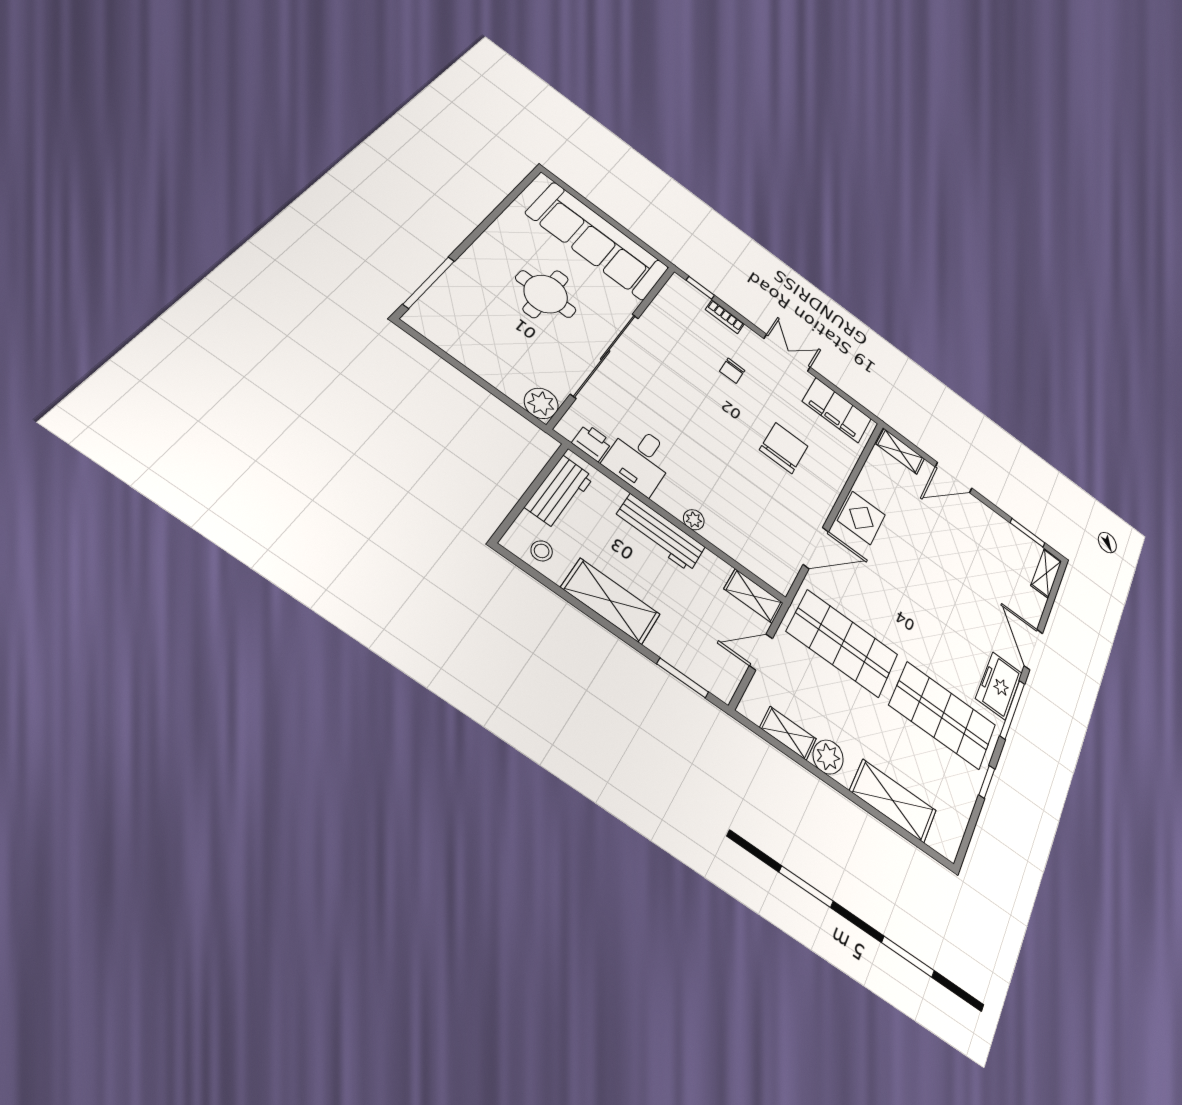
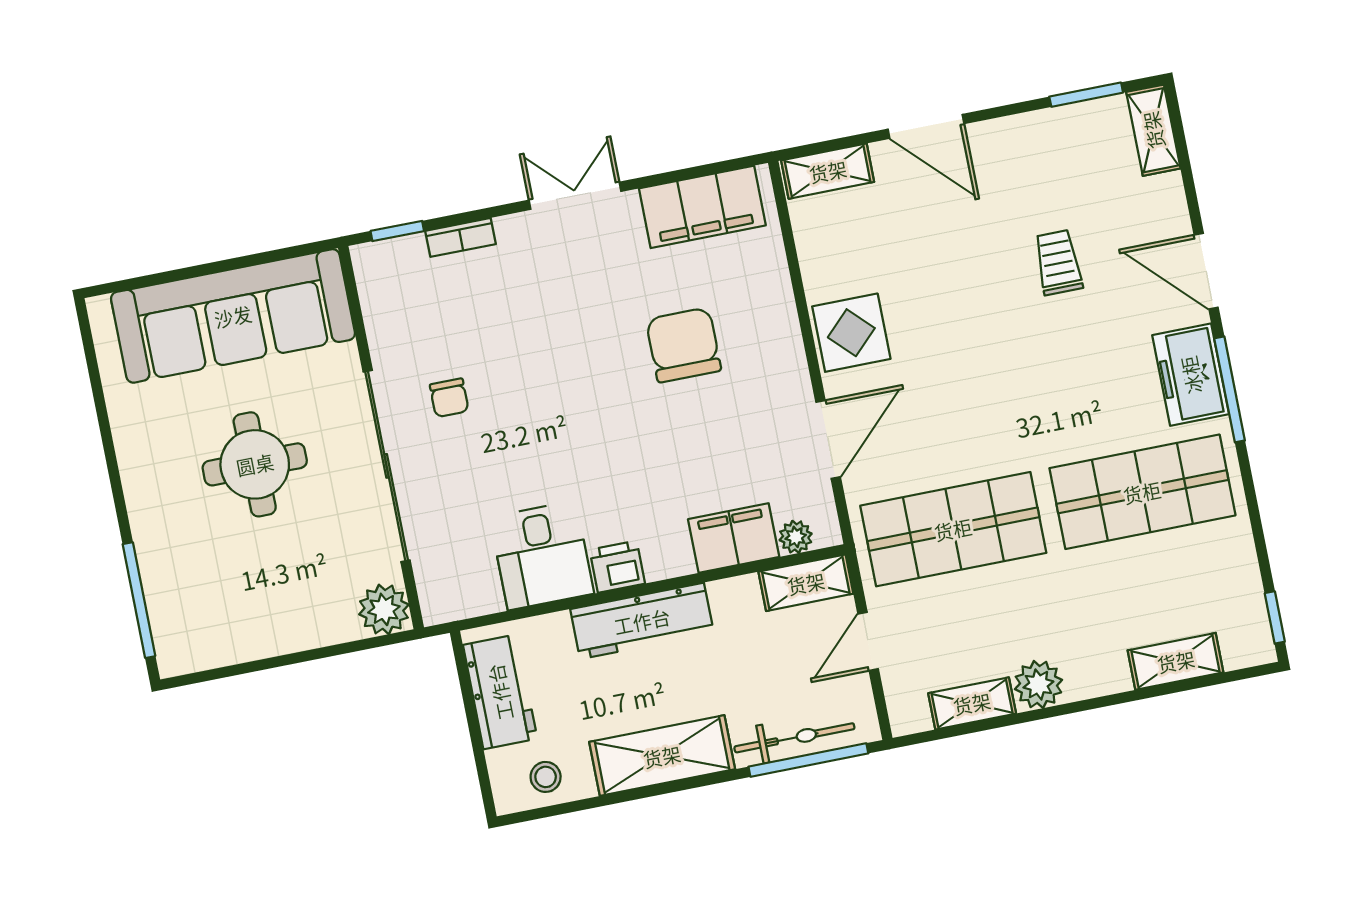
chair: (732, 371) -> (449, 398), moved
printer: (592, 442) -> (617, 567), moved
door: (954, 477) -> (926, 126), hinge flipped
plant: (694, 520) -> (796, 537), moved
filing cabinet: (737, 543) -> (734, 538), added
trolley: (972, 582) -> (1058, 262), added
bicycle: (685, 660) -> (794, 738), added
window: (683, 678) -> (808, 760), width x1.44
window: (987, 782) -> (1275, 617), moved
shelving: (893, 801) -> (1176, 661), width x0.67, depth x0.75

